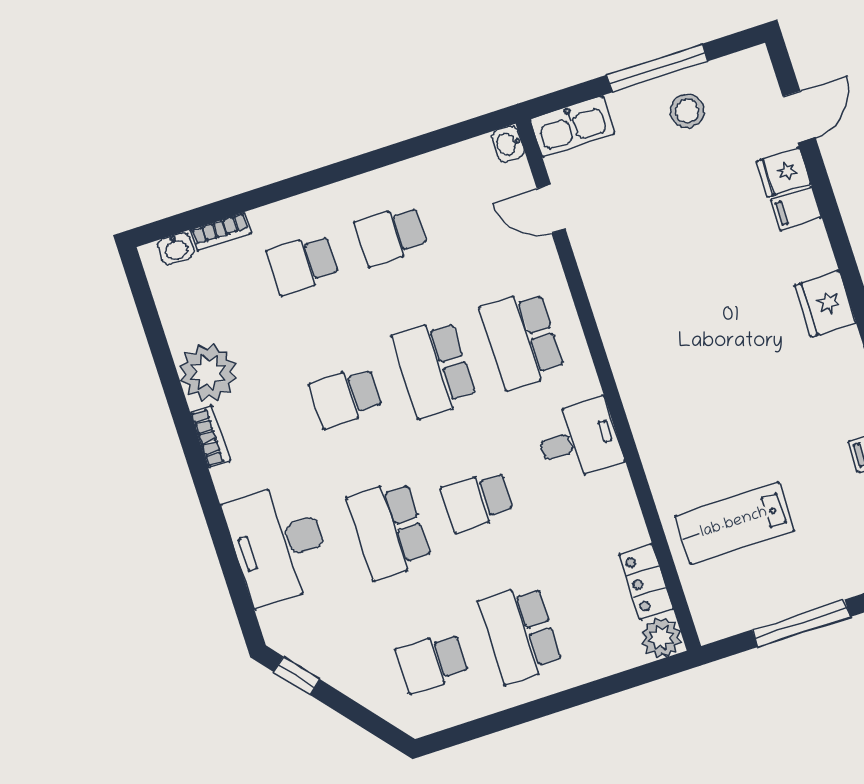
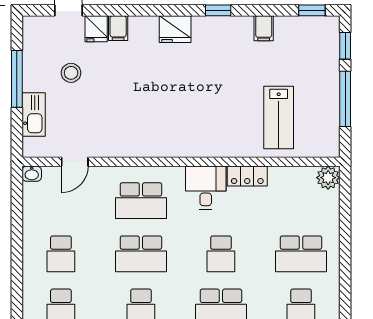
stool: (687, 111) -> (71, 73), moved
kitchen sink: (572, 126) -> (34, 115), moved
locker: (646, 582) -> (247, 176), moved

